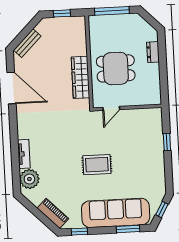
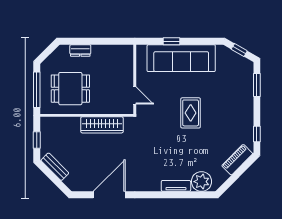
bench: (27, 43) -> (55, 167), moved
dining table: (116, 68) -> (70, 89), moved, turned 90
sofa: (116, 213) -> (181, 58), moved, turned -90

